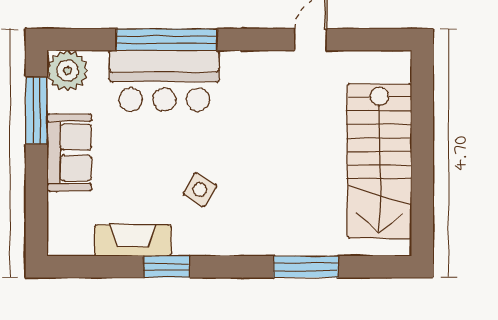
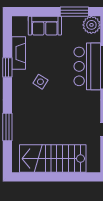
sofa: (69, 153) -> (45, 26), moved

